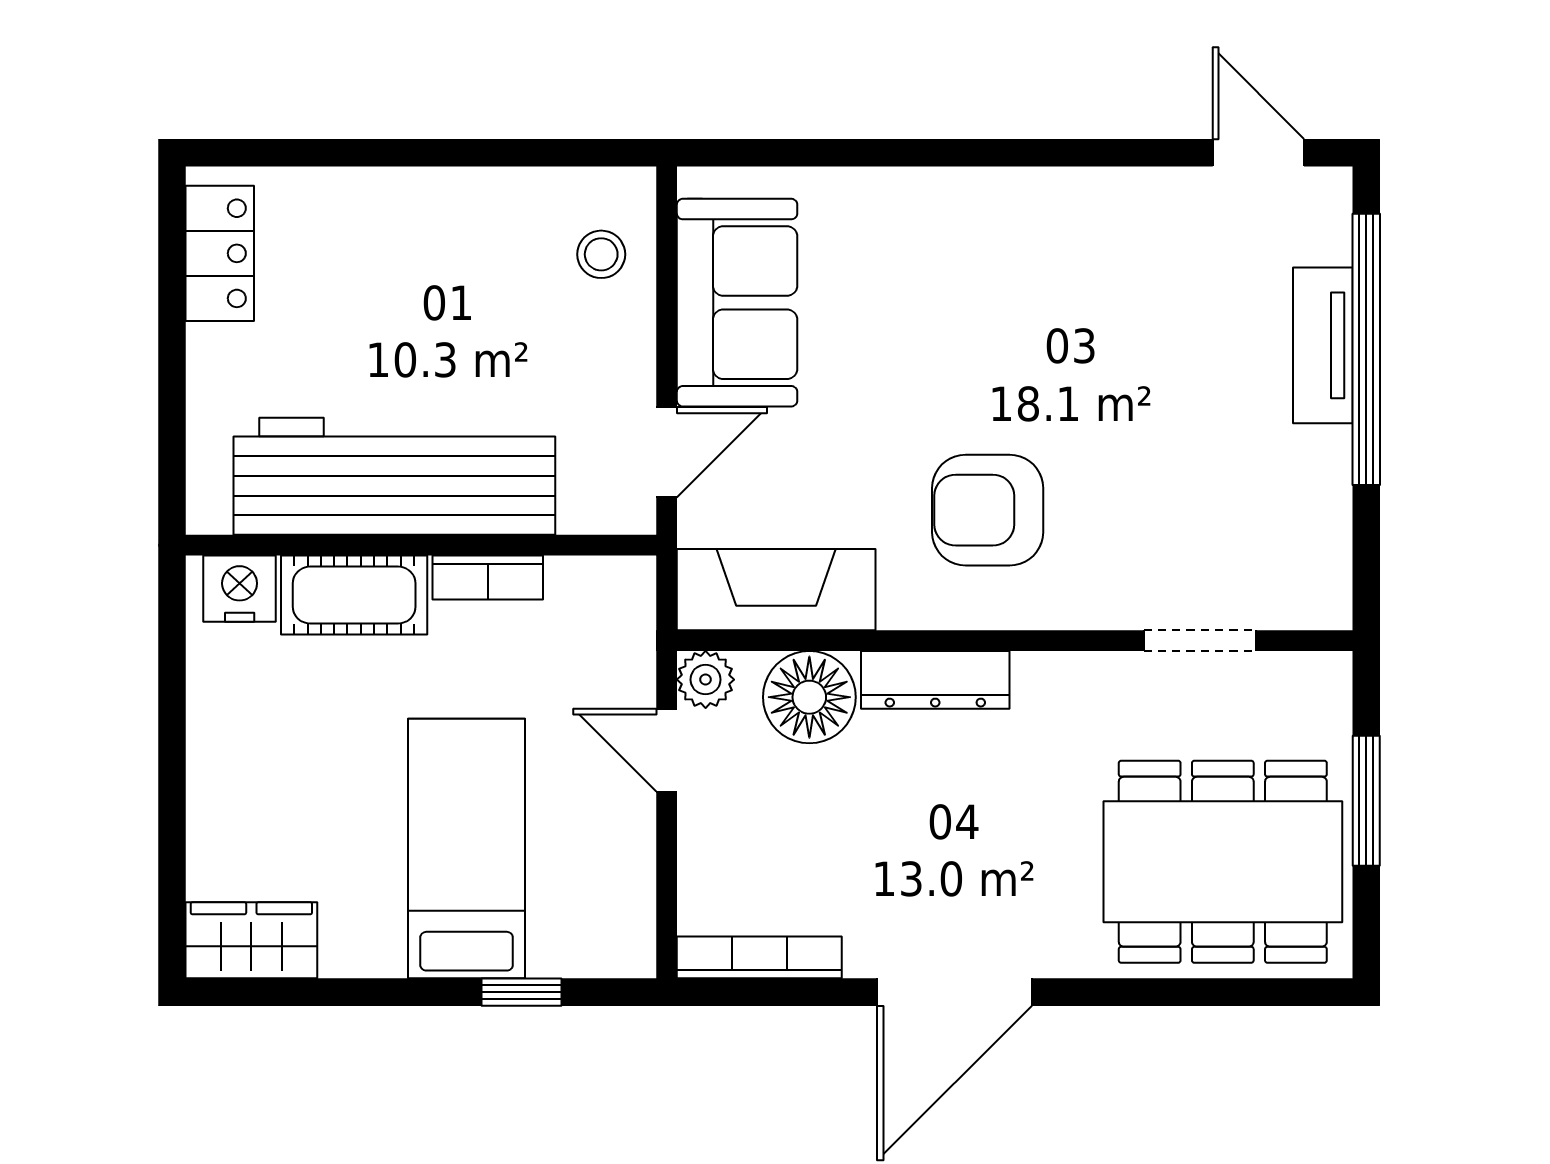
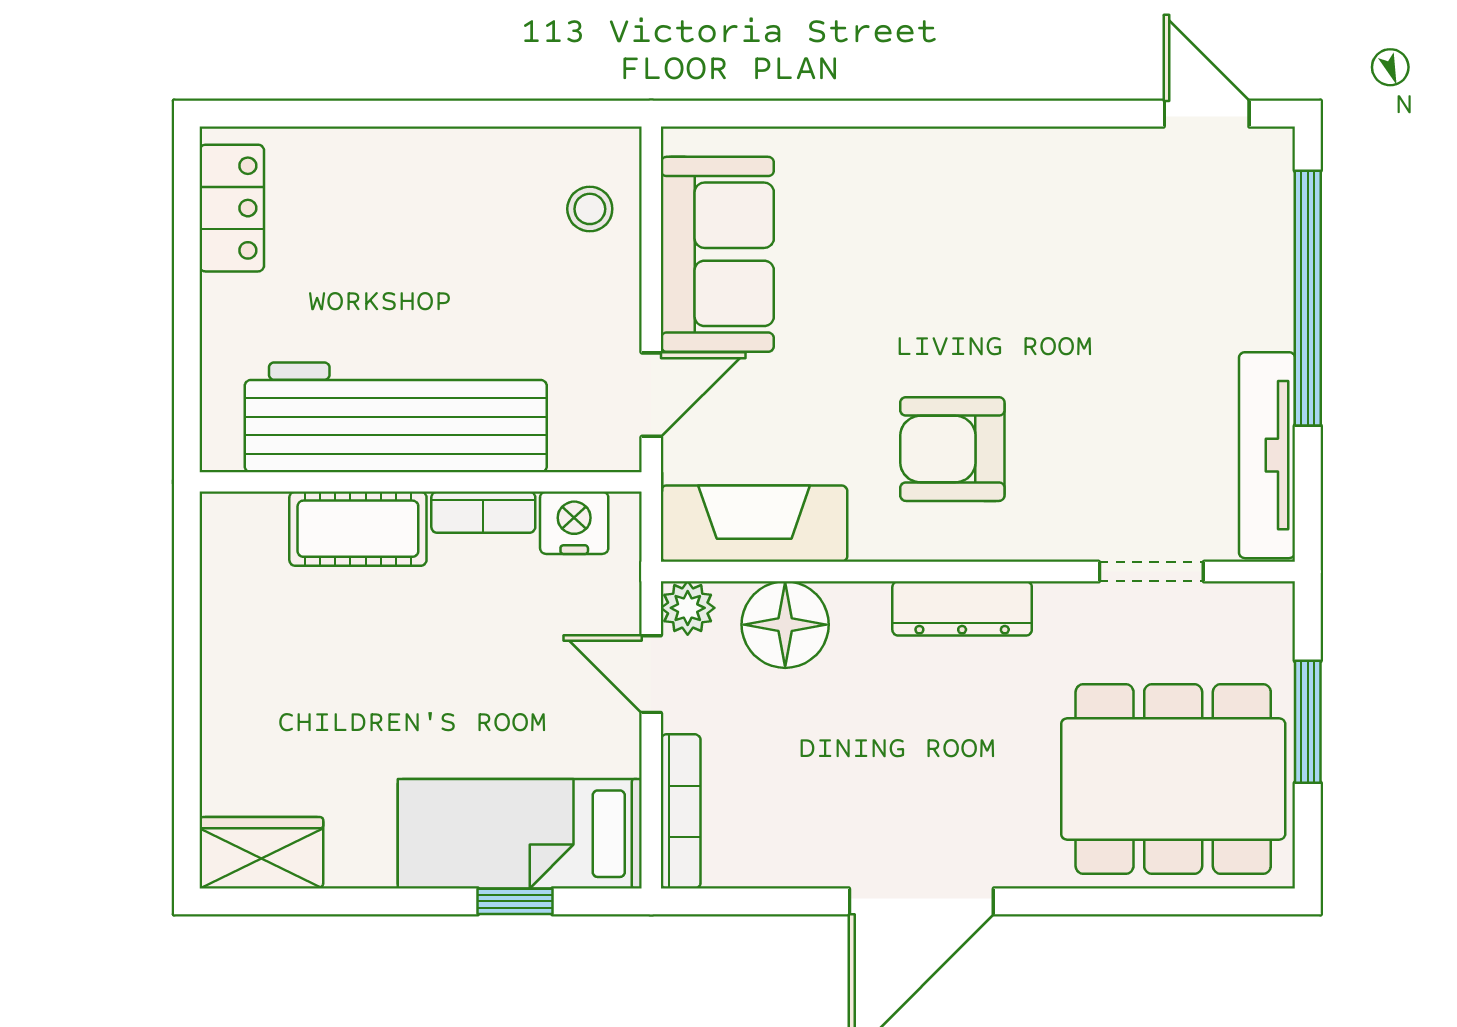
tv unit: (1323, 345) -> (1267, 455), moved, width x1.41
nightstand: (240, 589) -> (574, 523), moved
dresser: (935, 680) -> (962, 608), moved
bed: (467, 849) -> (520, 834), moved, turned -90
bookcase: (759, 957) -> (681, 811), moved, turned 90

